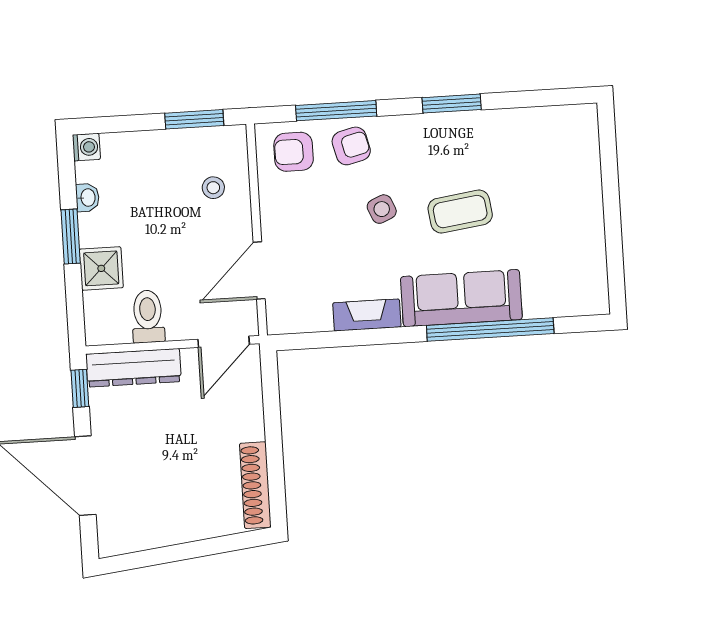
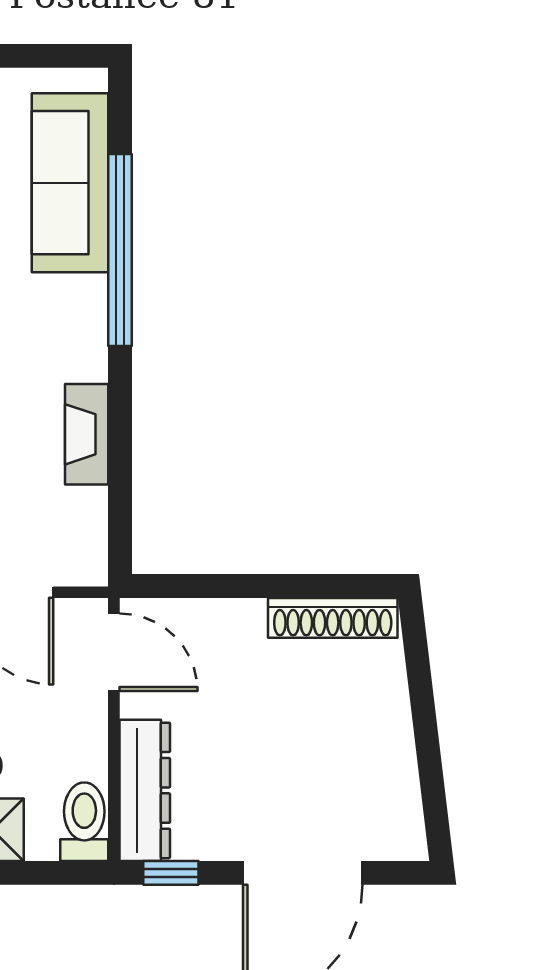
sofa: (461, 298) -> (70, 183), moved
toilet: (148, 316) -> (84, 822), moved, turned 90

